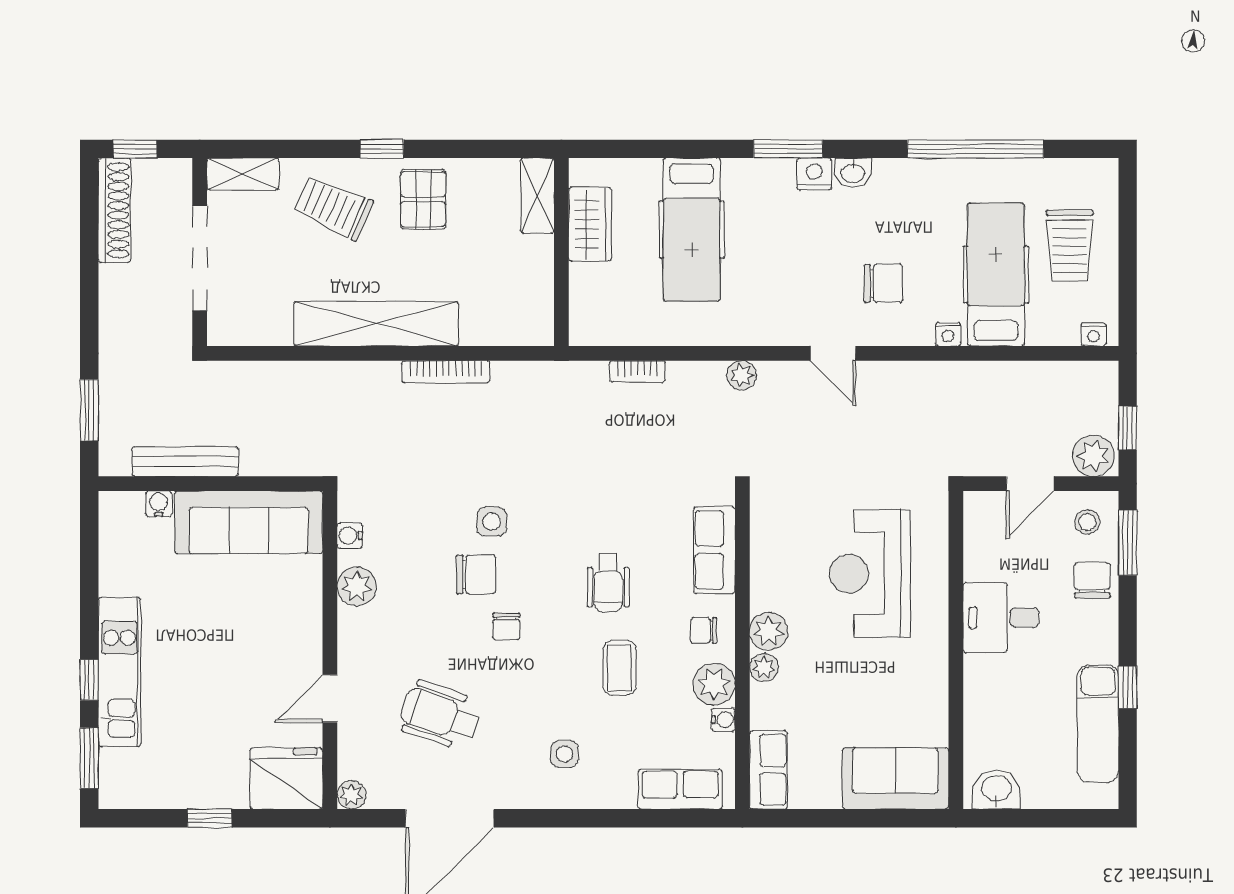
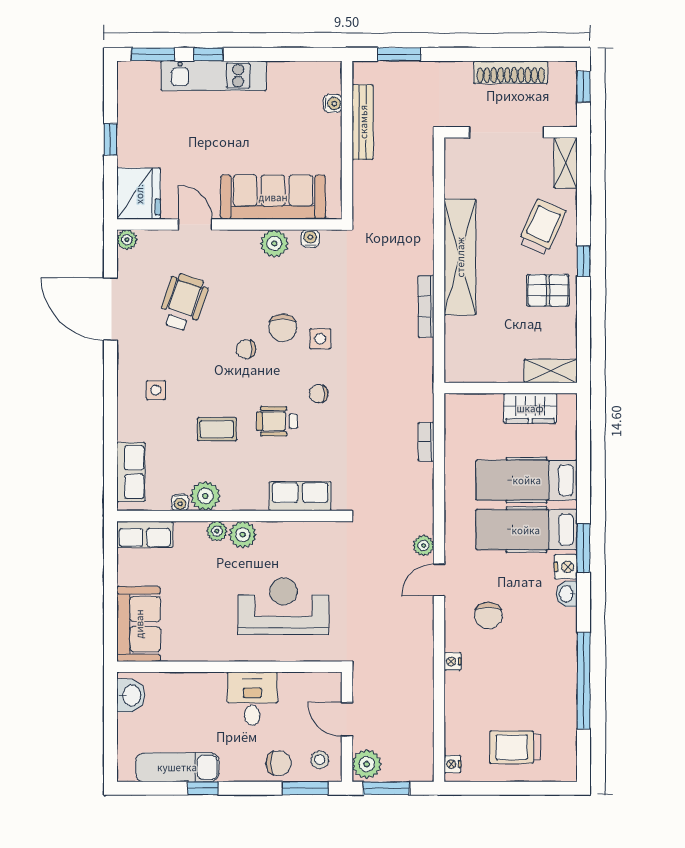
shoe rack: (114, 210) -> (511, 72), moved
hospital bed: (996, 275) -> (526, 530), moved, turned 180
plant: (742, 375) -> (424, 545), moved
window: (1128, 428) -> (386, 788), width x1.50
sofa: (249, 522) -> (273, 197), moved, turned 90
chair: (704, 630) -> (319, 394), moved, turned -90

